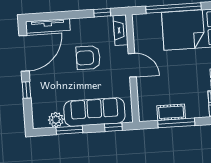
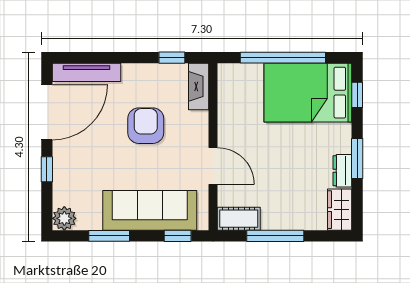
armchair: (88, 58) -> (146, 126), turned 90
door: (132, 65) -> (213, 166), moved
cot: (171, 112) -> (239, 219), moved
plant: (56, 120) -> (64, 218), moved

